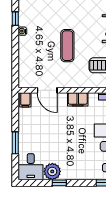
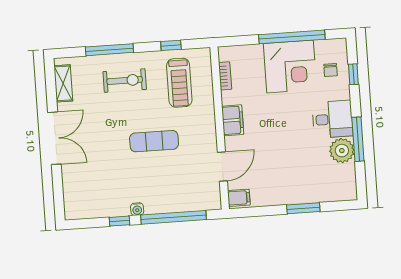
window: (15, 55) -> (173, 217), added
desk: (31, 167) -> (333, 119), moved
window: (59, 183) -> (358, 139), width x2.17

